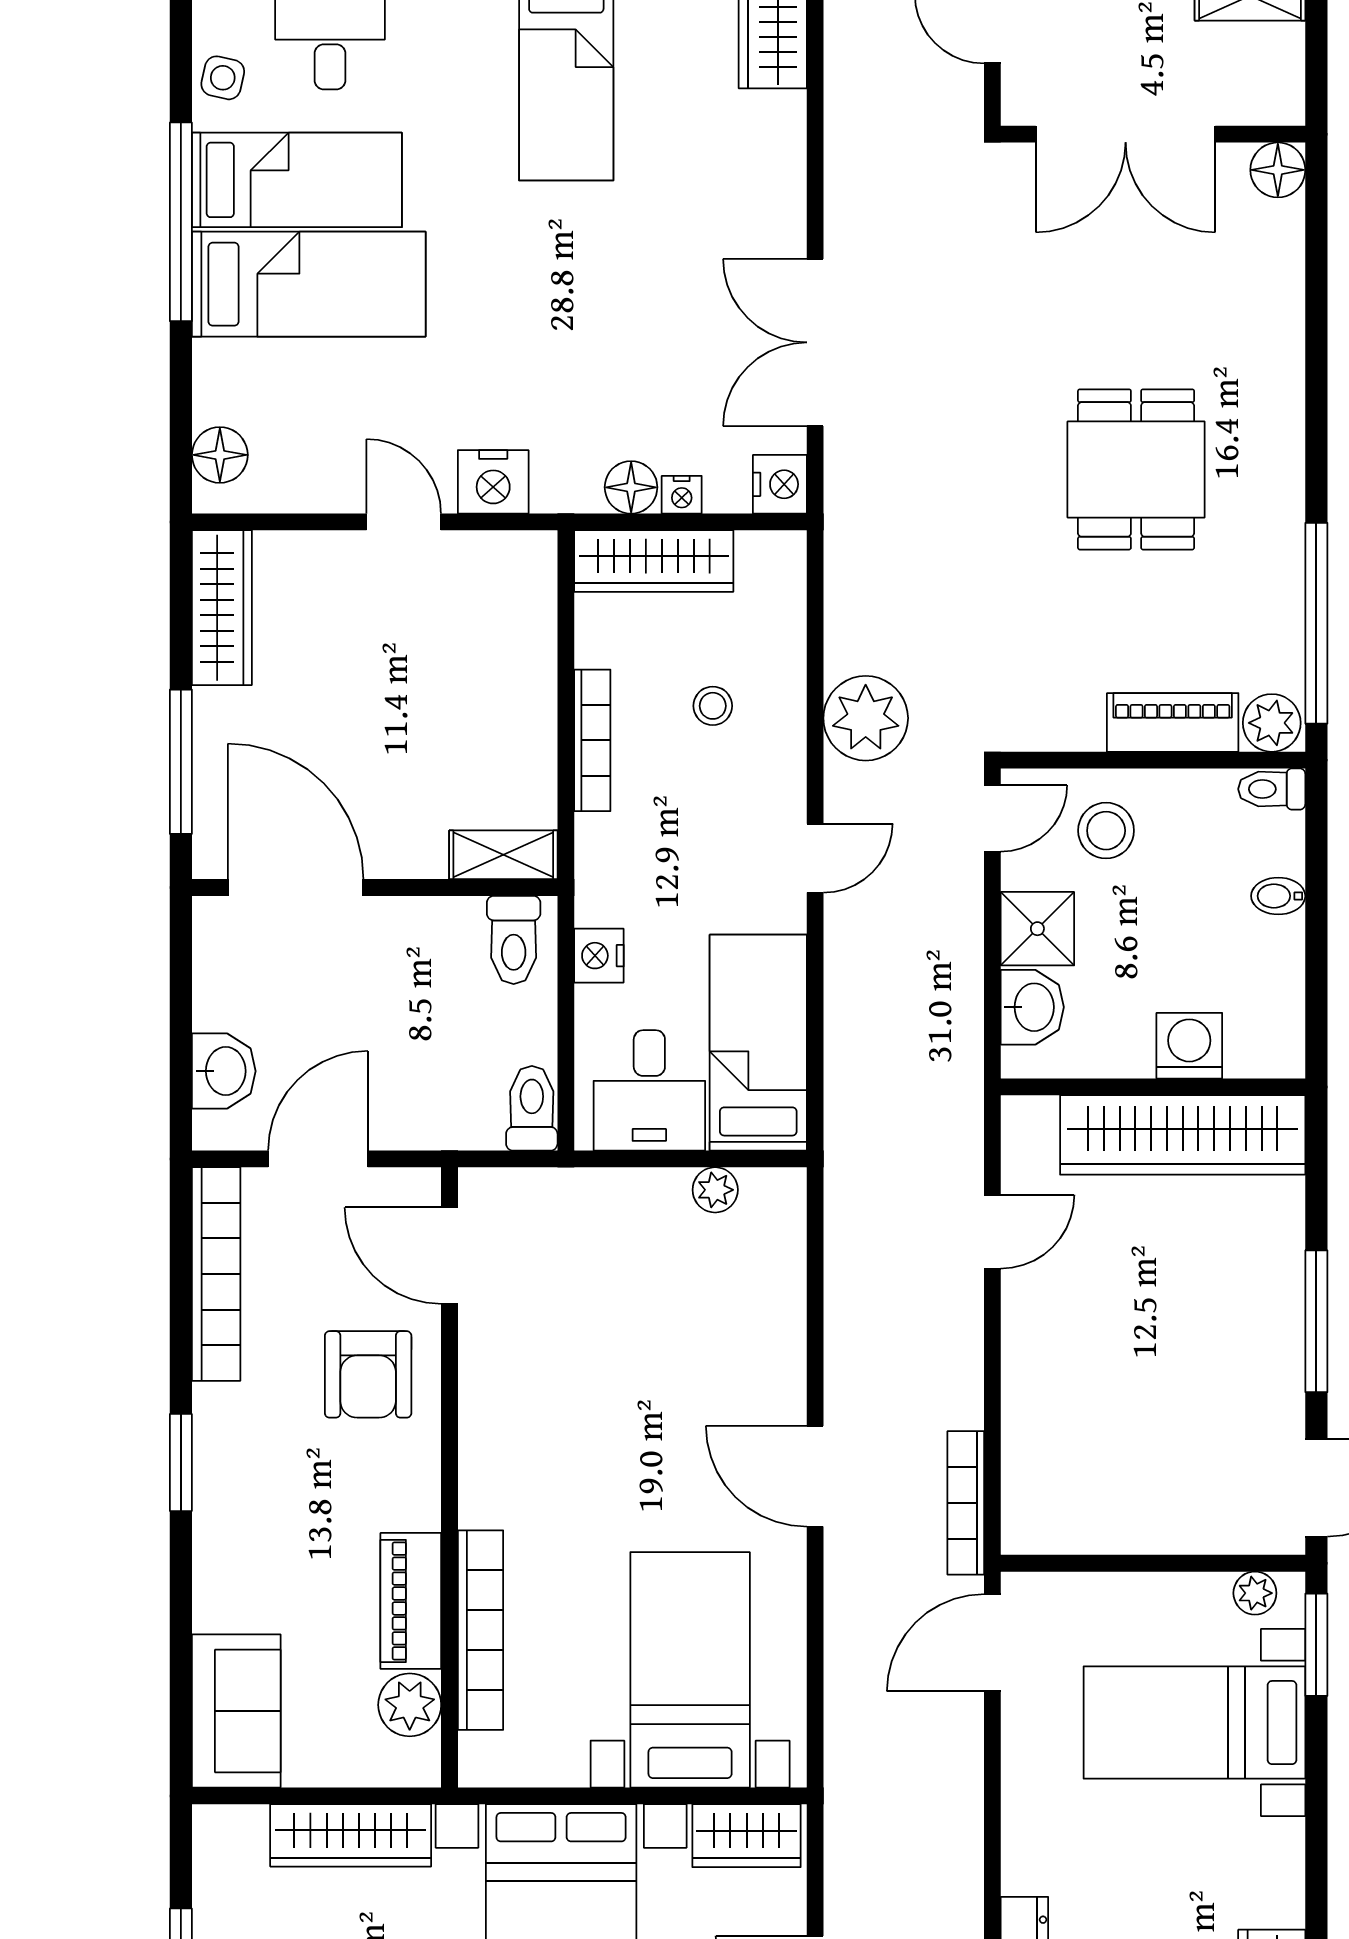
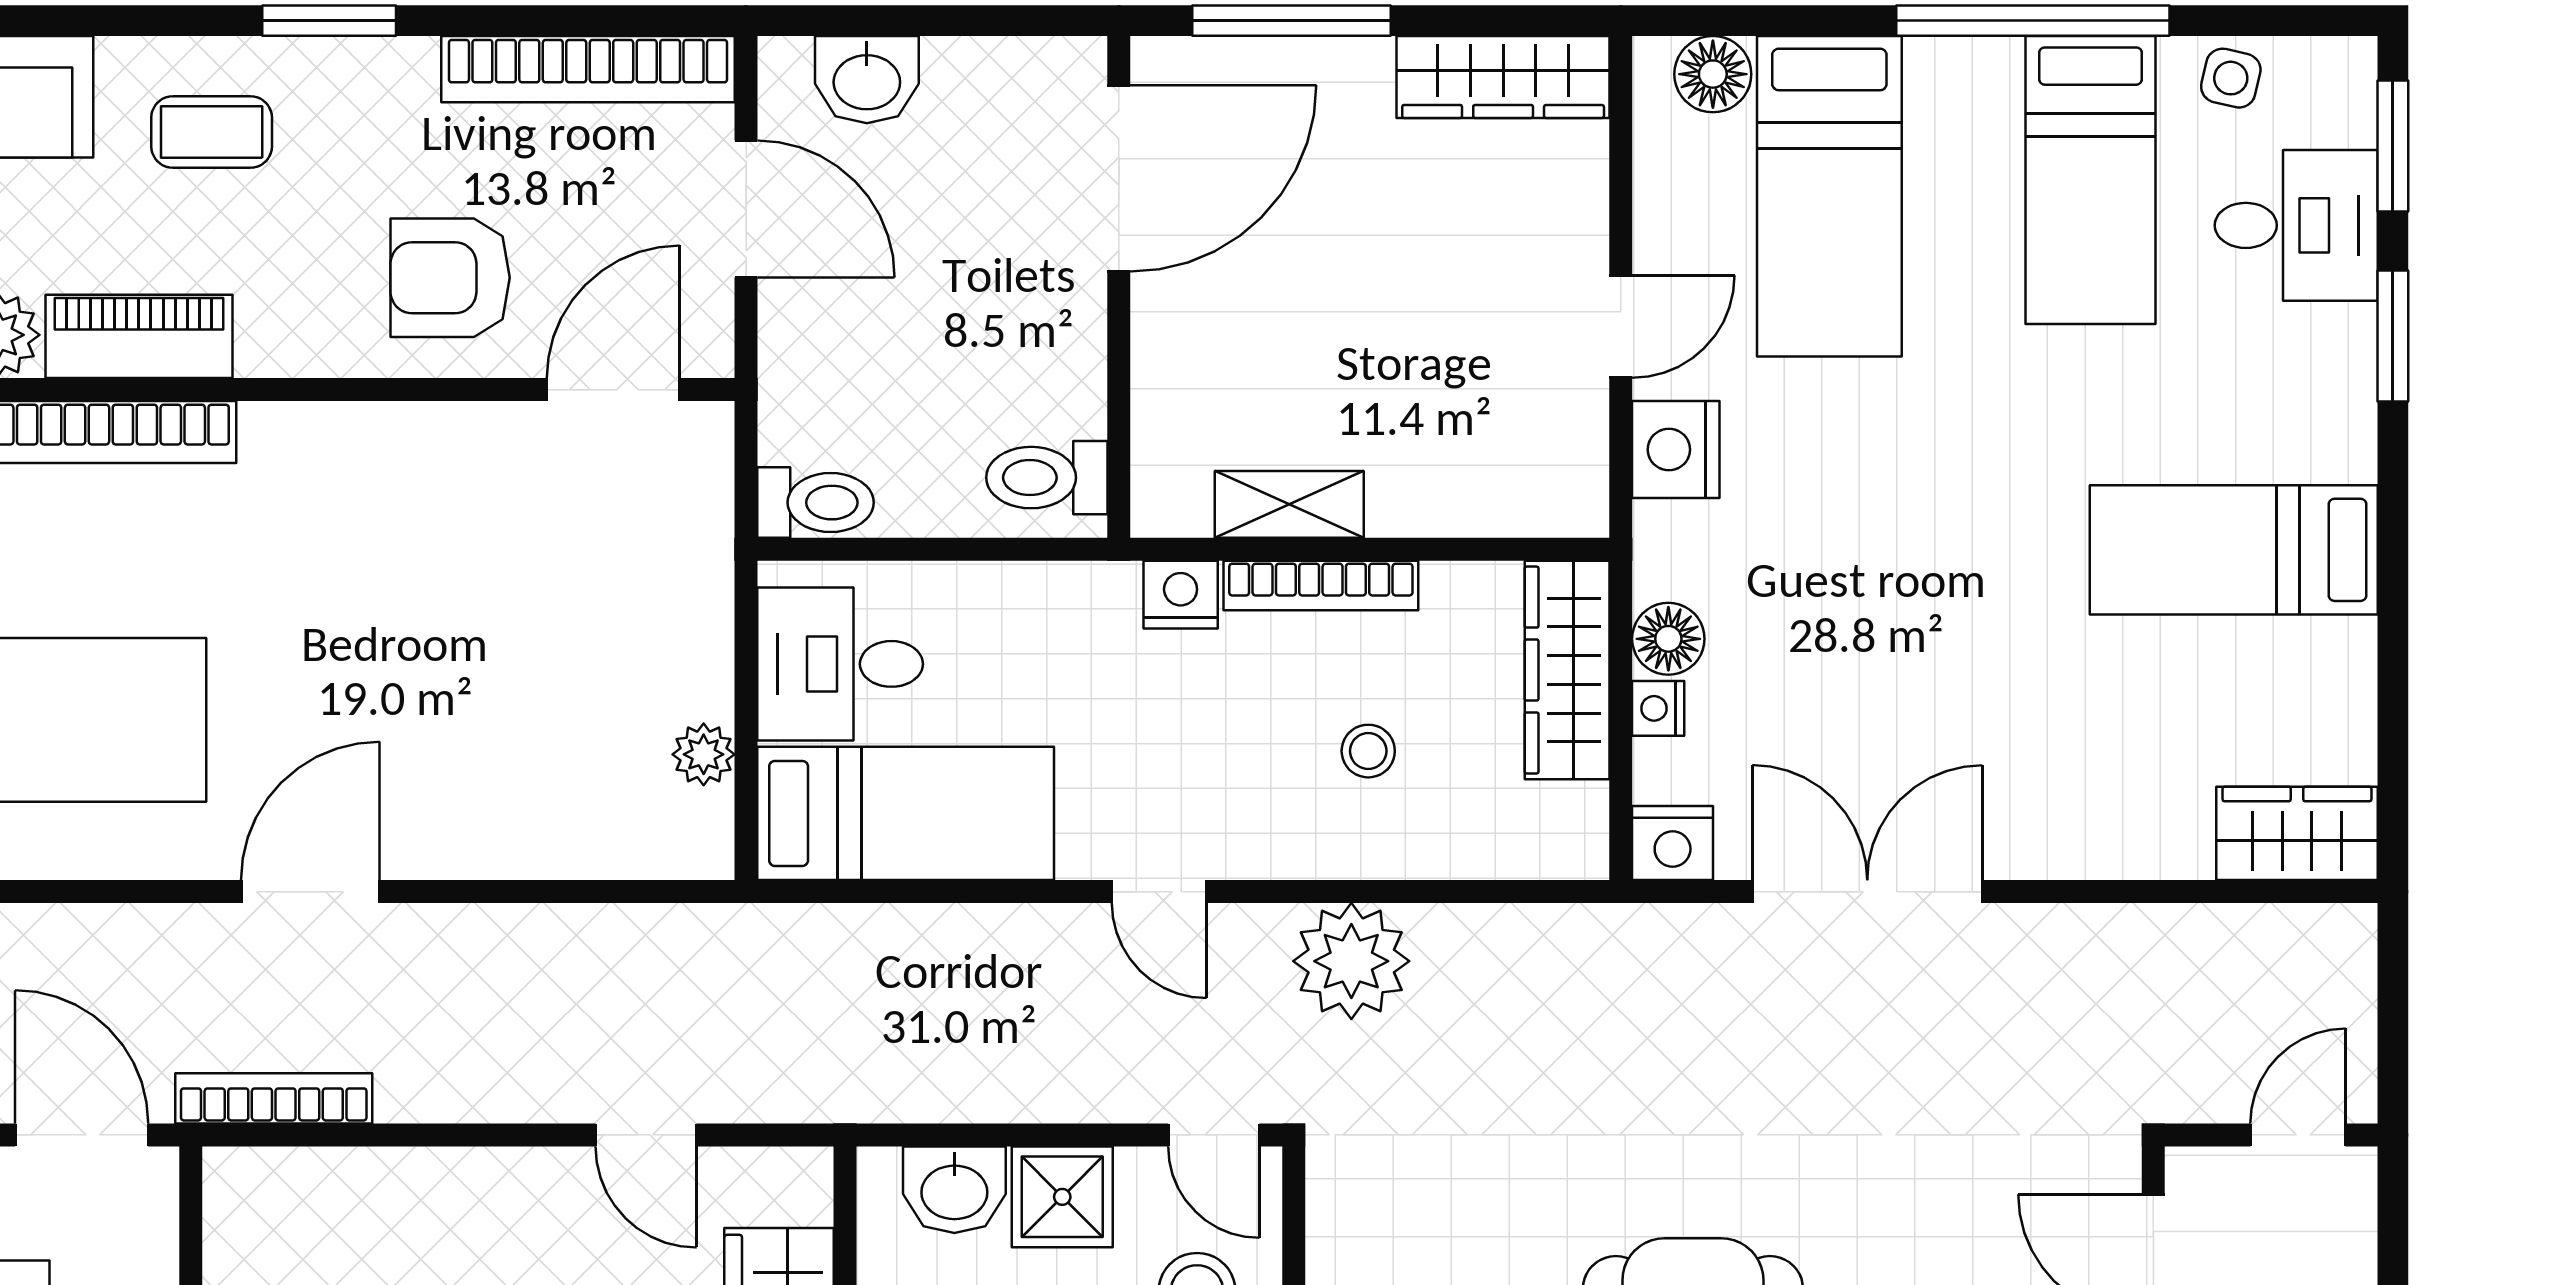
bed: (309, 284) -> (1829, 196), moved
shelving: (503, 855) -> (1289, 504), moved, turned 90
nightstand: (599, 956) -> (1181, 595), moved
coffee table: (262, 1548) -> (212, 132), added

